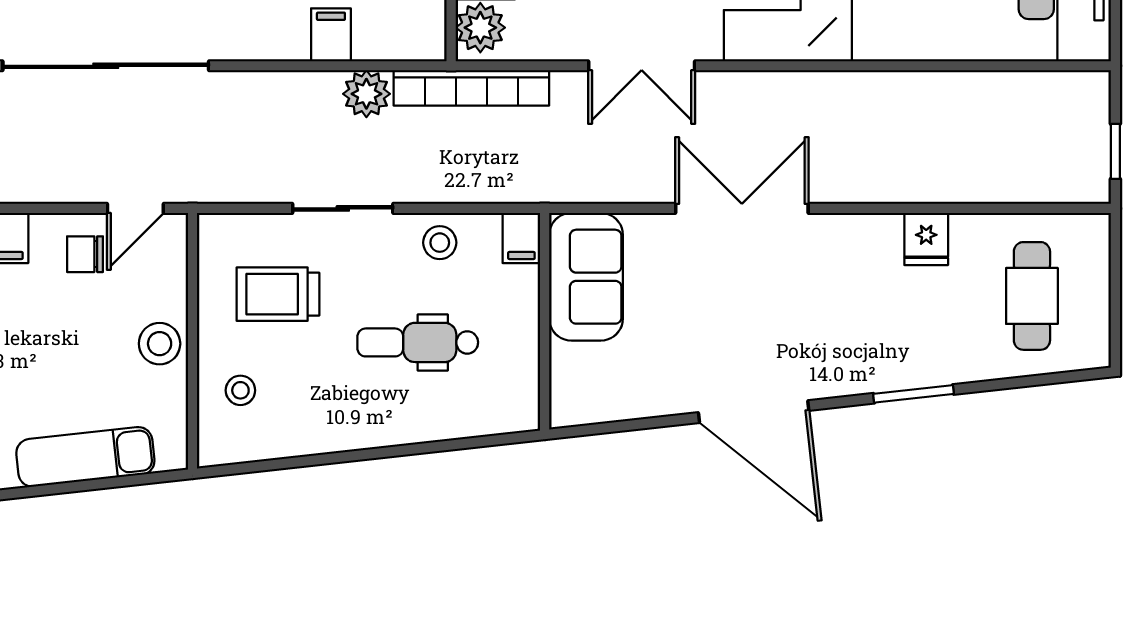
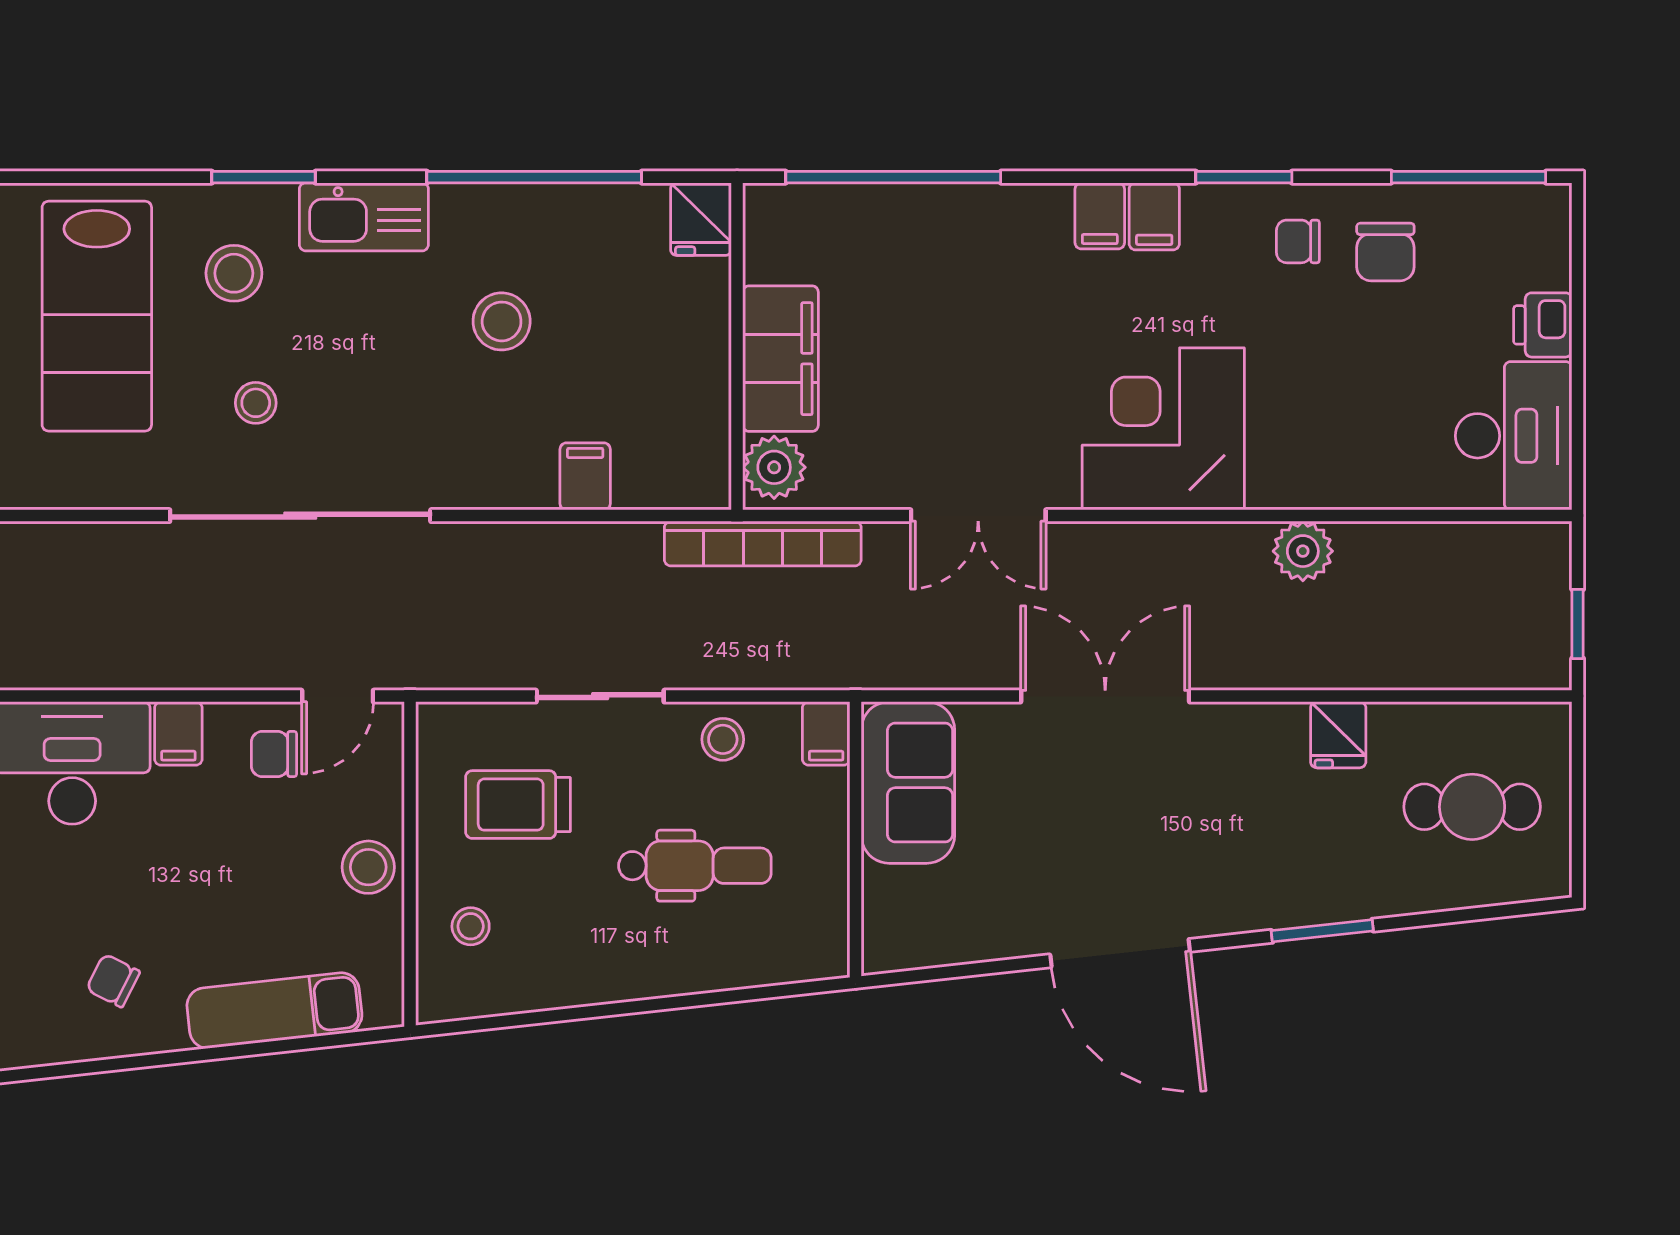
plant: (366, 94) -> (1303, 551), moved
cafe table: (1032, 296) -> (1472, 807), turned 90
dental chair: (418, 342) -> (695, 866), turned 180

